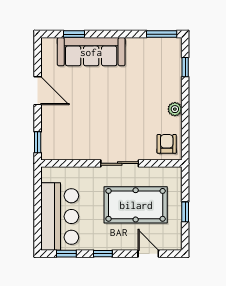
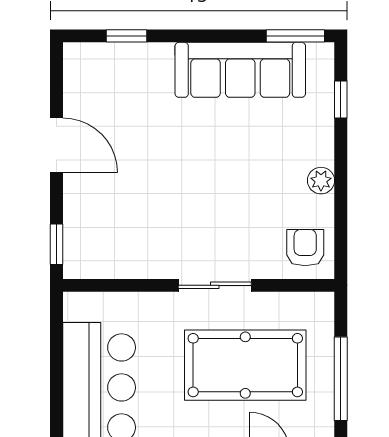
sofa: (91, 52) -> (240, 70), moved
window: (185, 212) -> (341, 379), width x2.17

